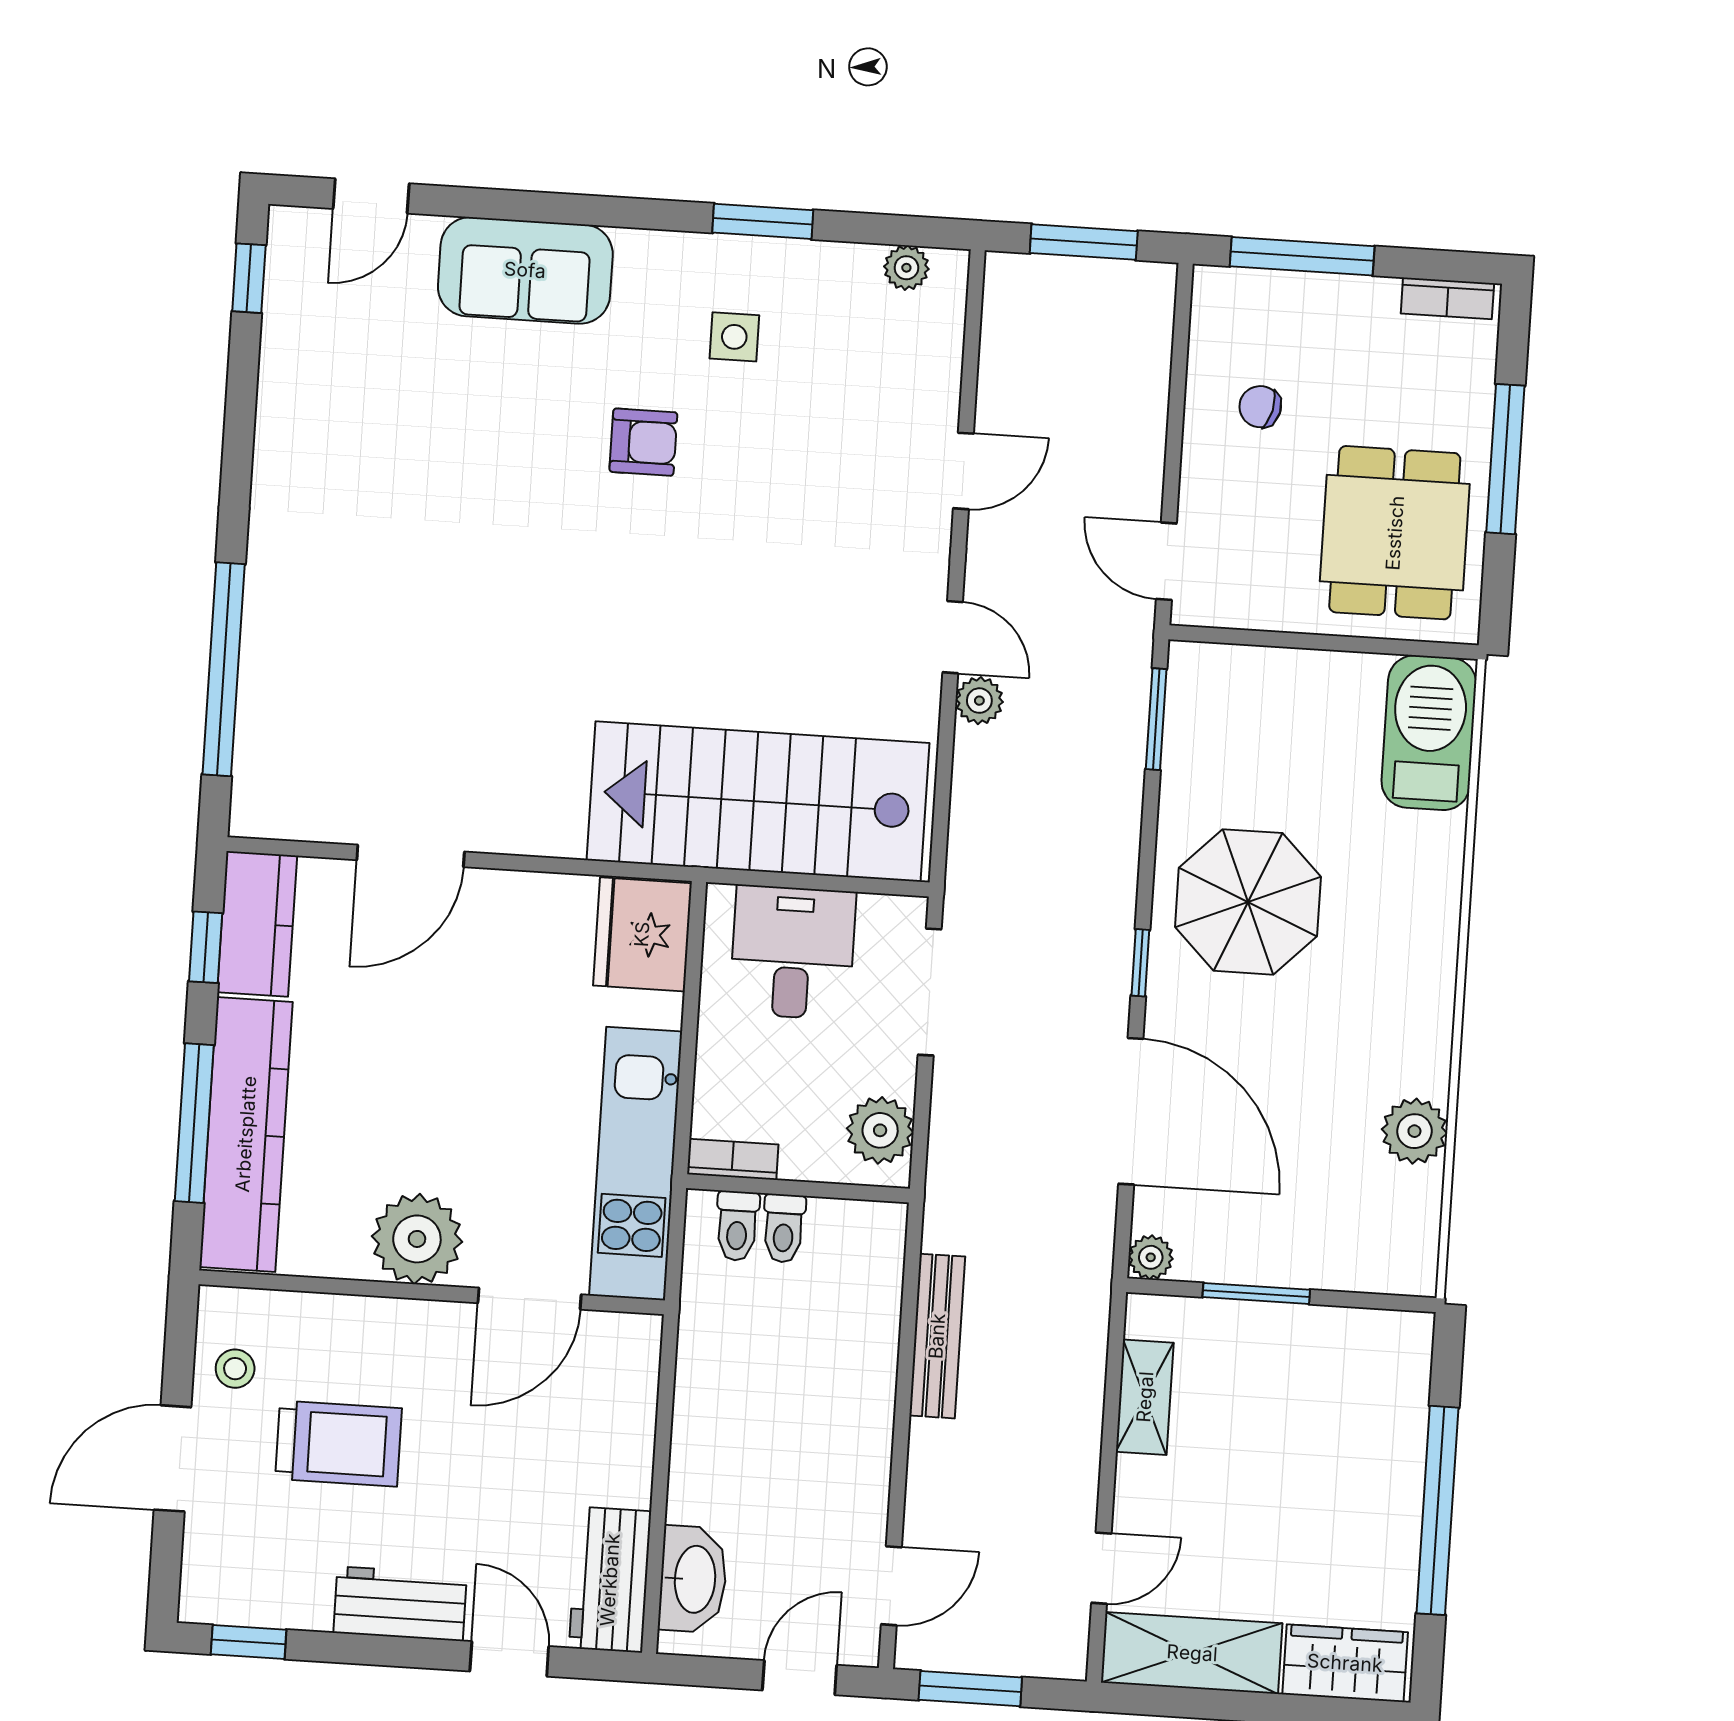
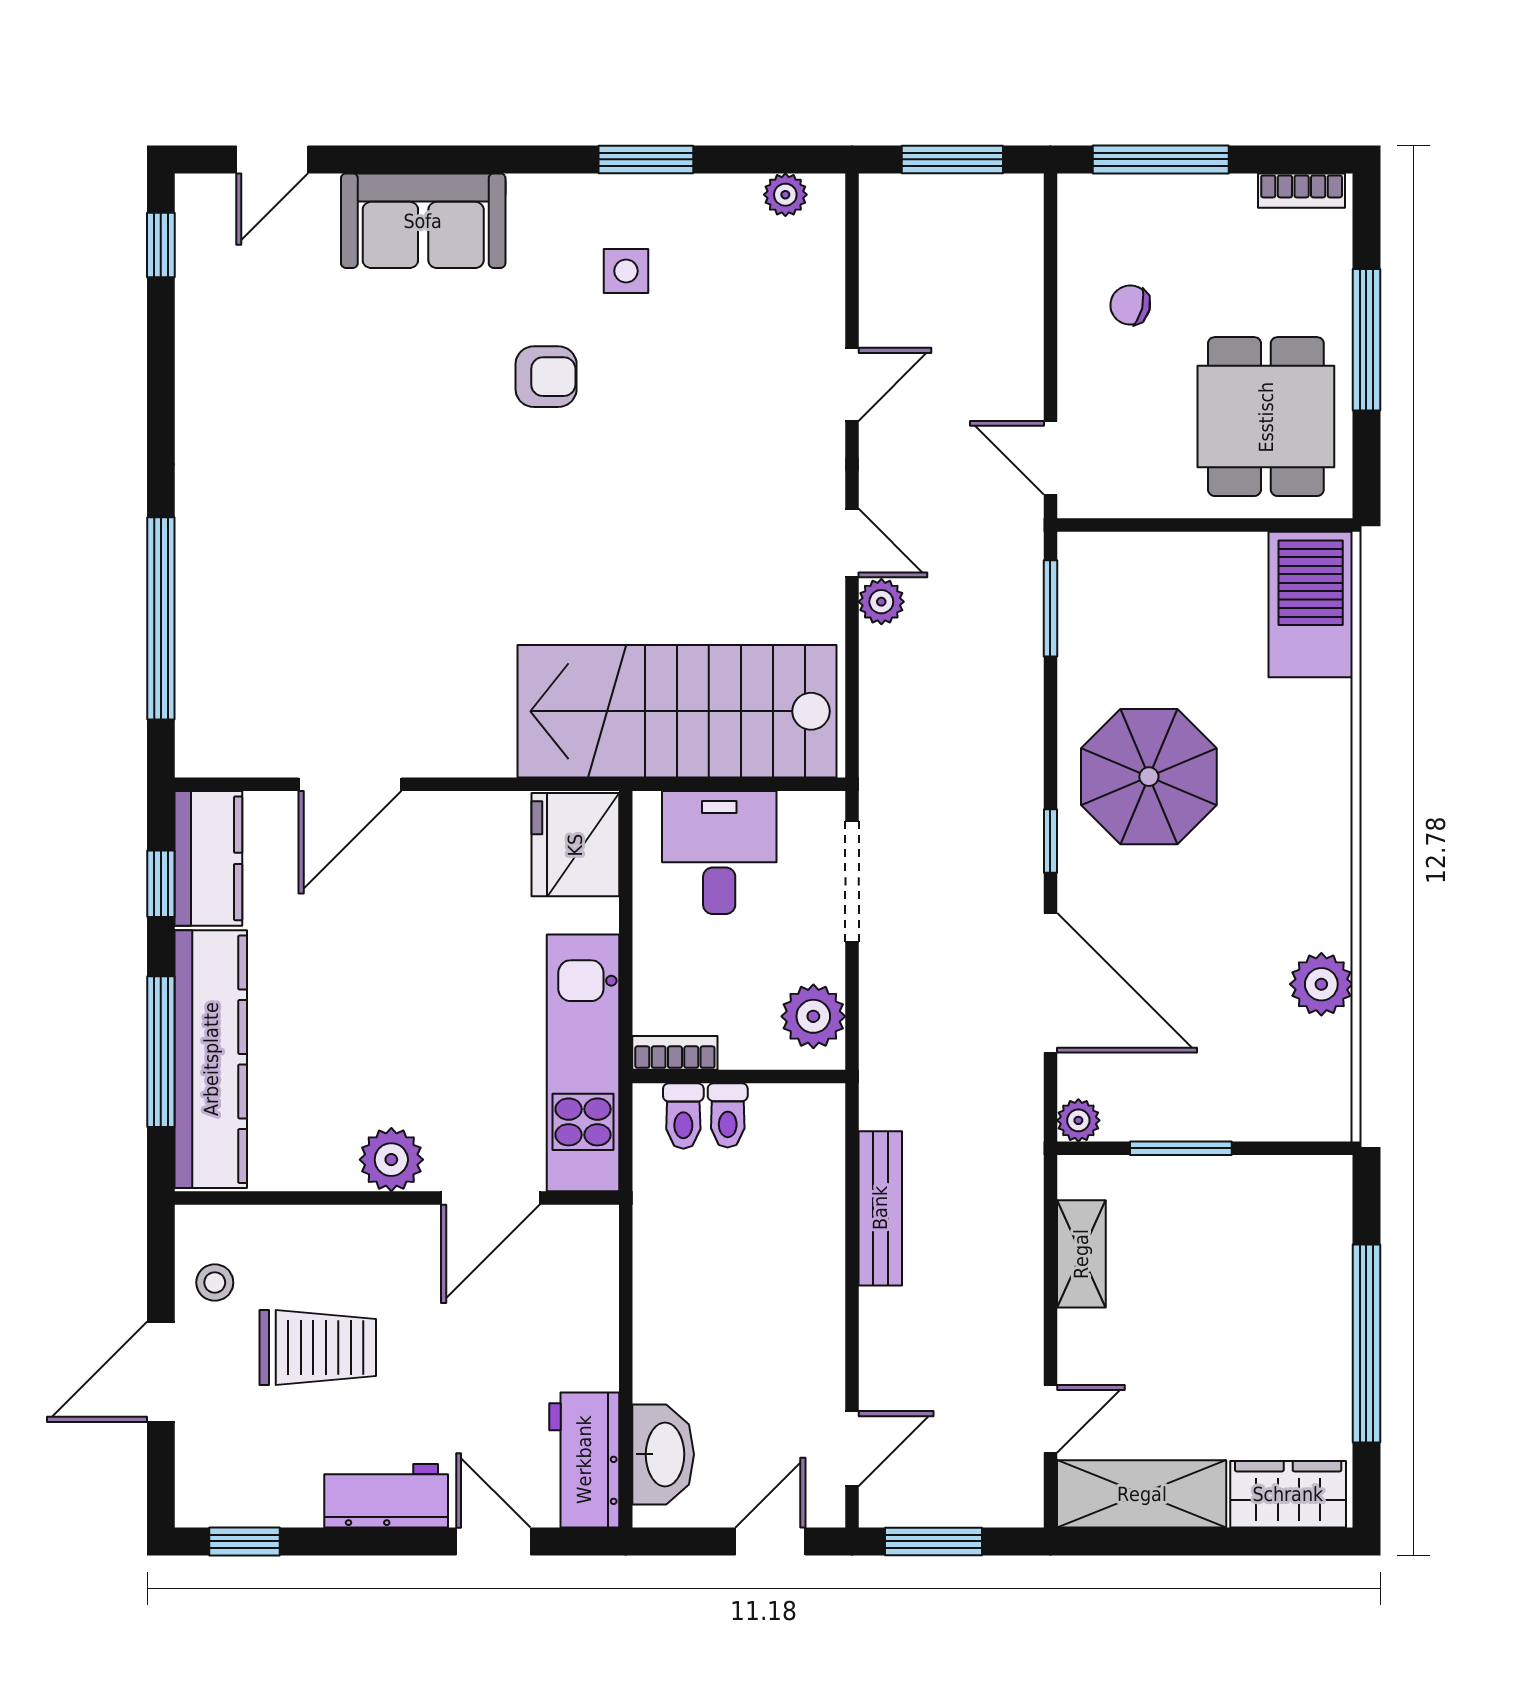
plant: (417, 1239) -> (391, 1160), width x0.73, depth x0.73

